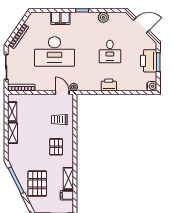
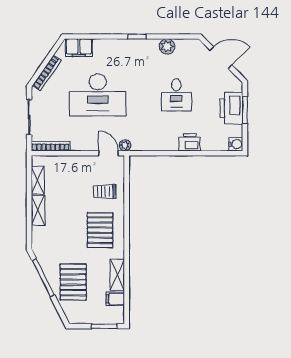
filing cabinet: (60, 18) -> (79, 48), moved
printer: (109, 85) -> (190, 142), moved
pallet: (56, 147) -> (100, 230), width x1.50, depth x1.42

